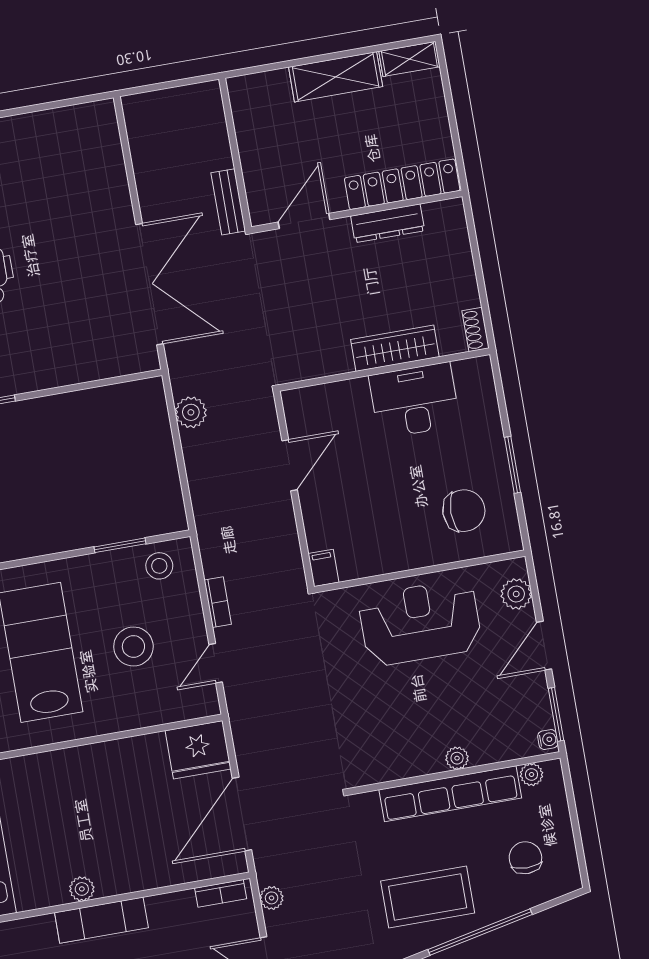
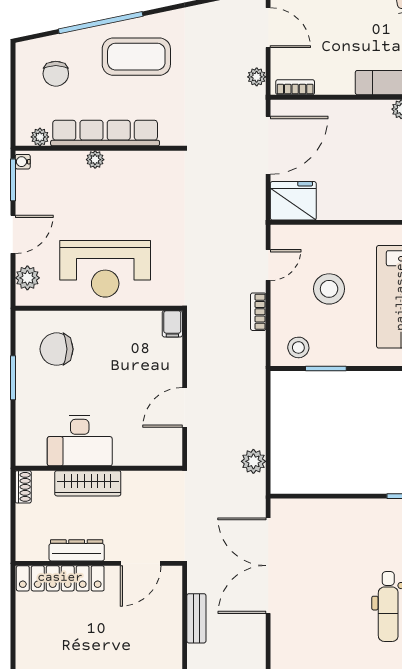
locker: (402, 184) -> (60, 578), moved
wall: (357, 212) -> (99, 563), moved
door: (304, 221) -> (141, 563), moved
dresser: (388, 223) -> (77, 550), moved

